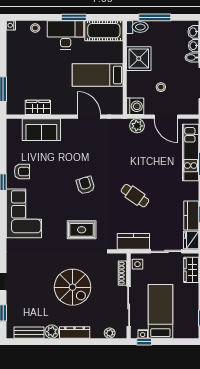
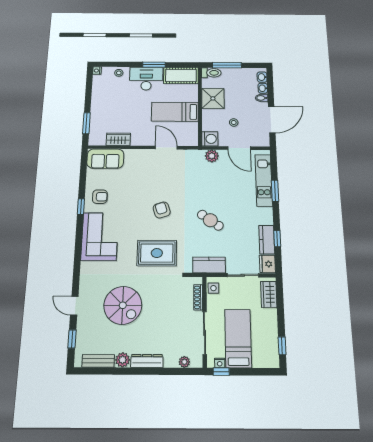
sofa: (41, 130) -> (105, 159), moved
rug: (82, 230) -> (157, 253), width x1.36, depth x1.43
spiral stairs: (73, 287) -> (123, 305), moved

